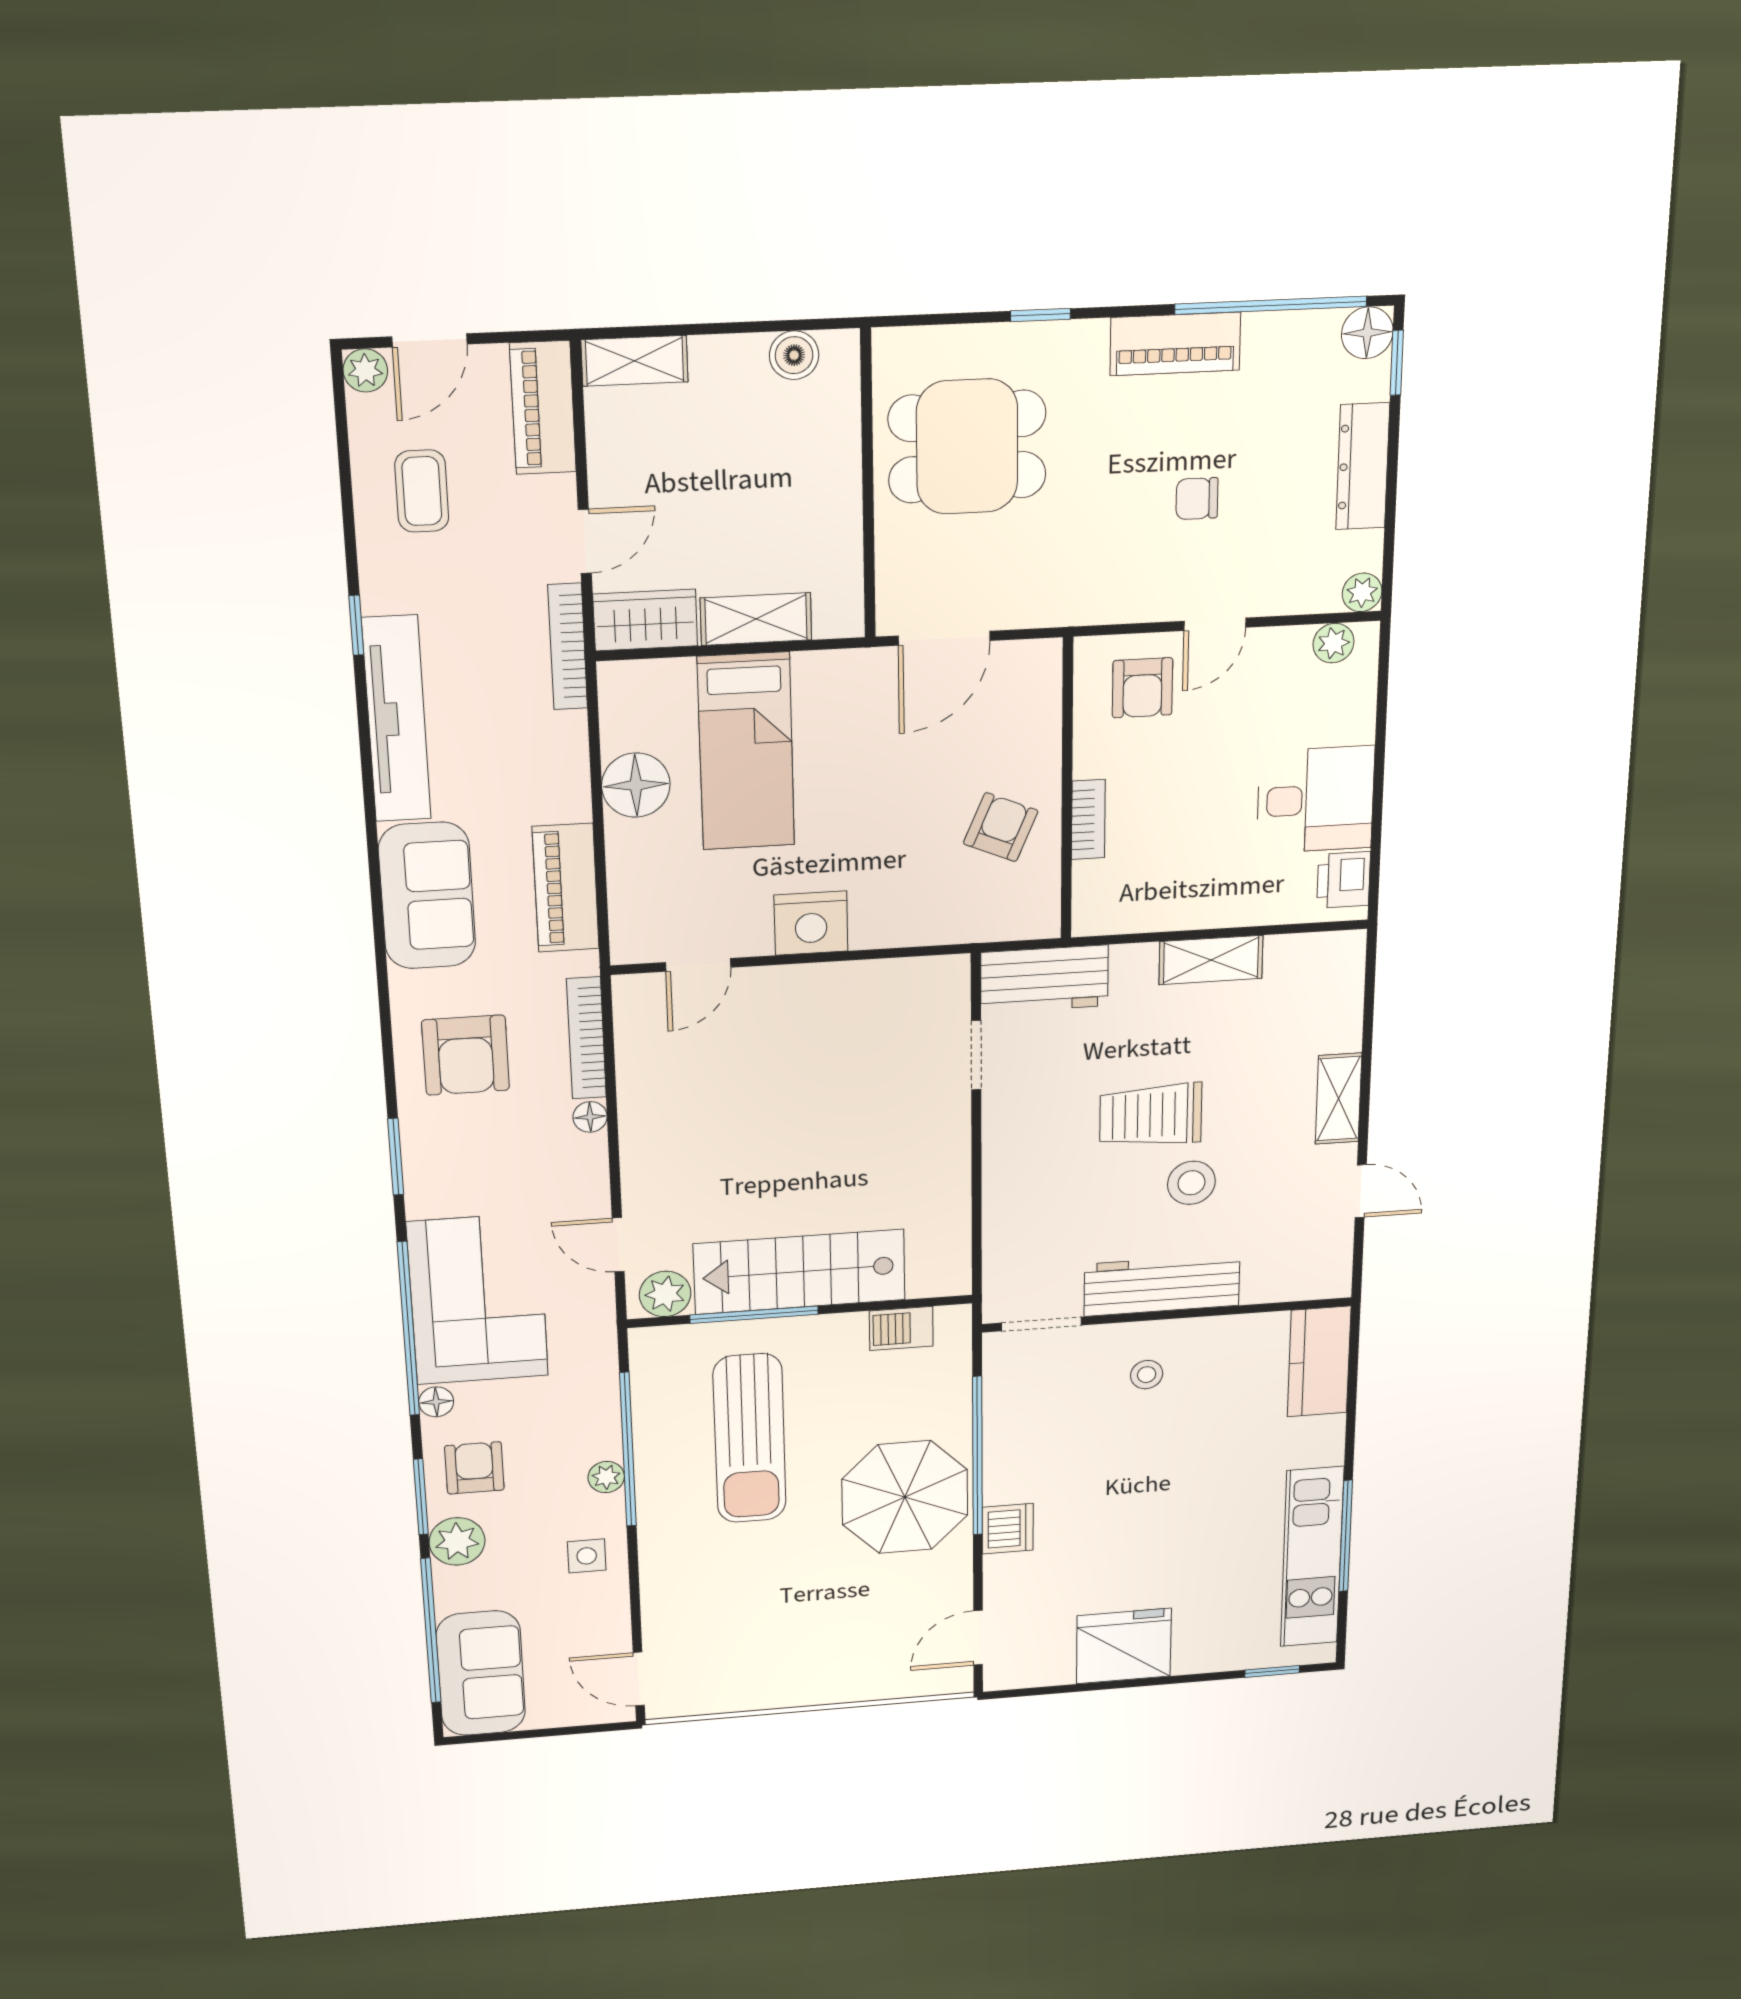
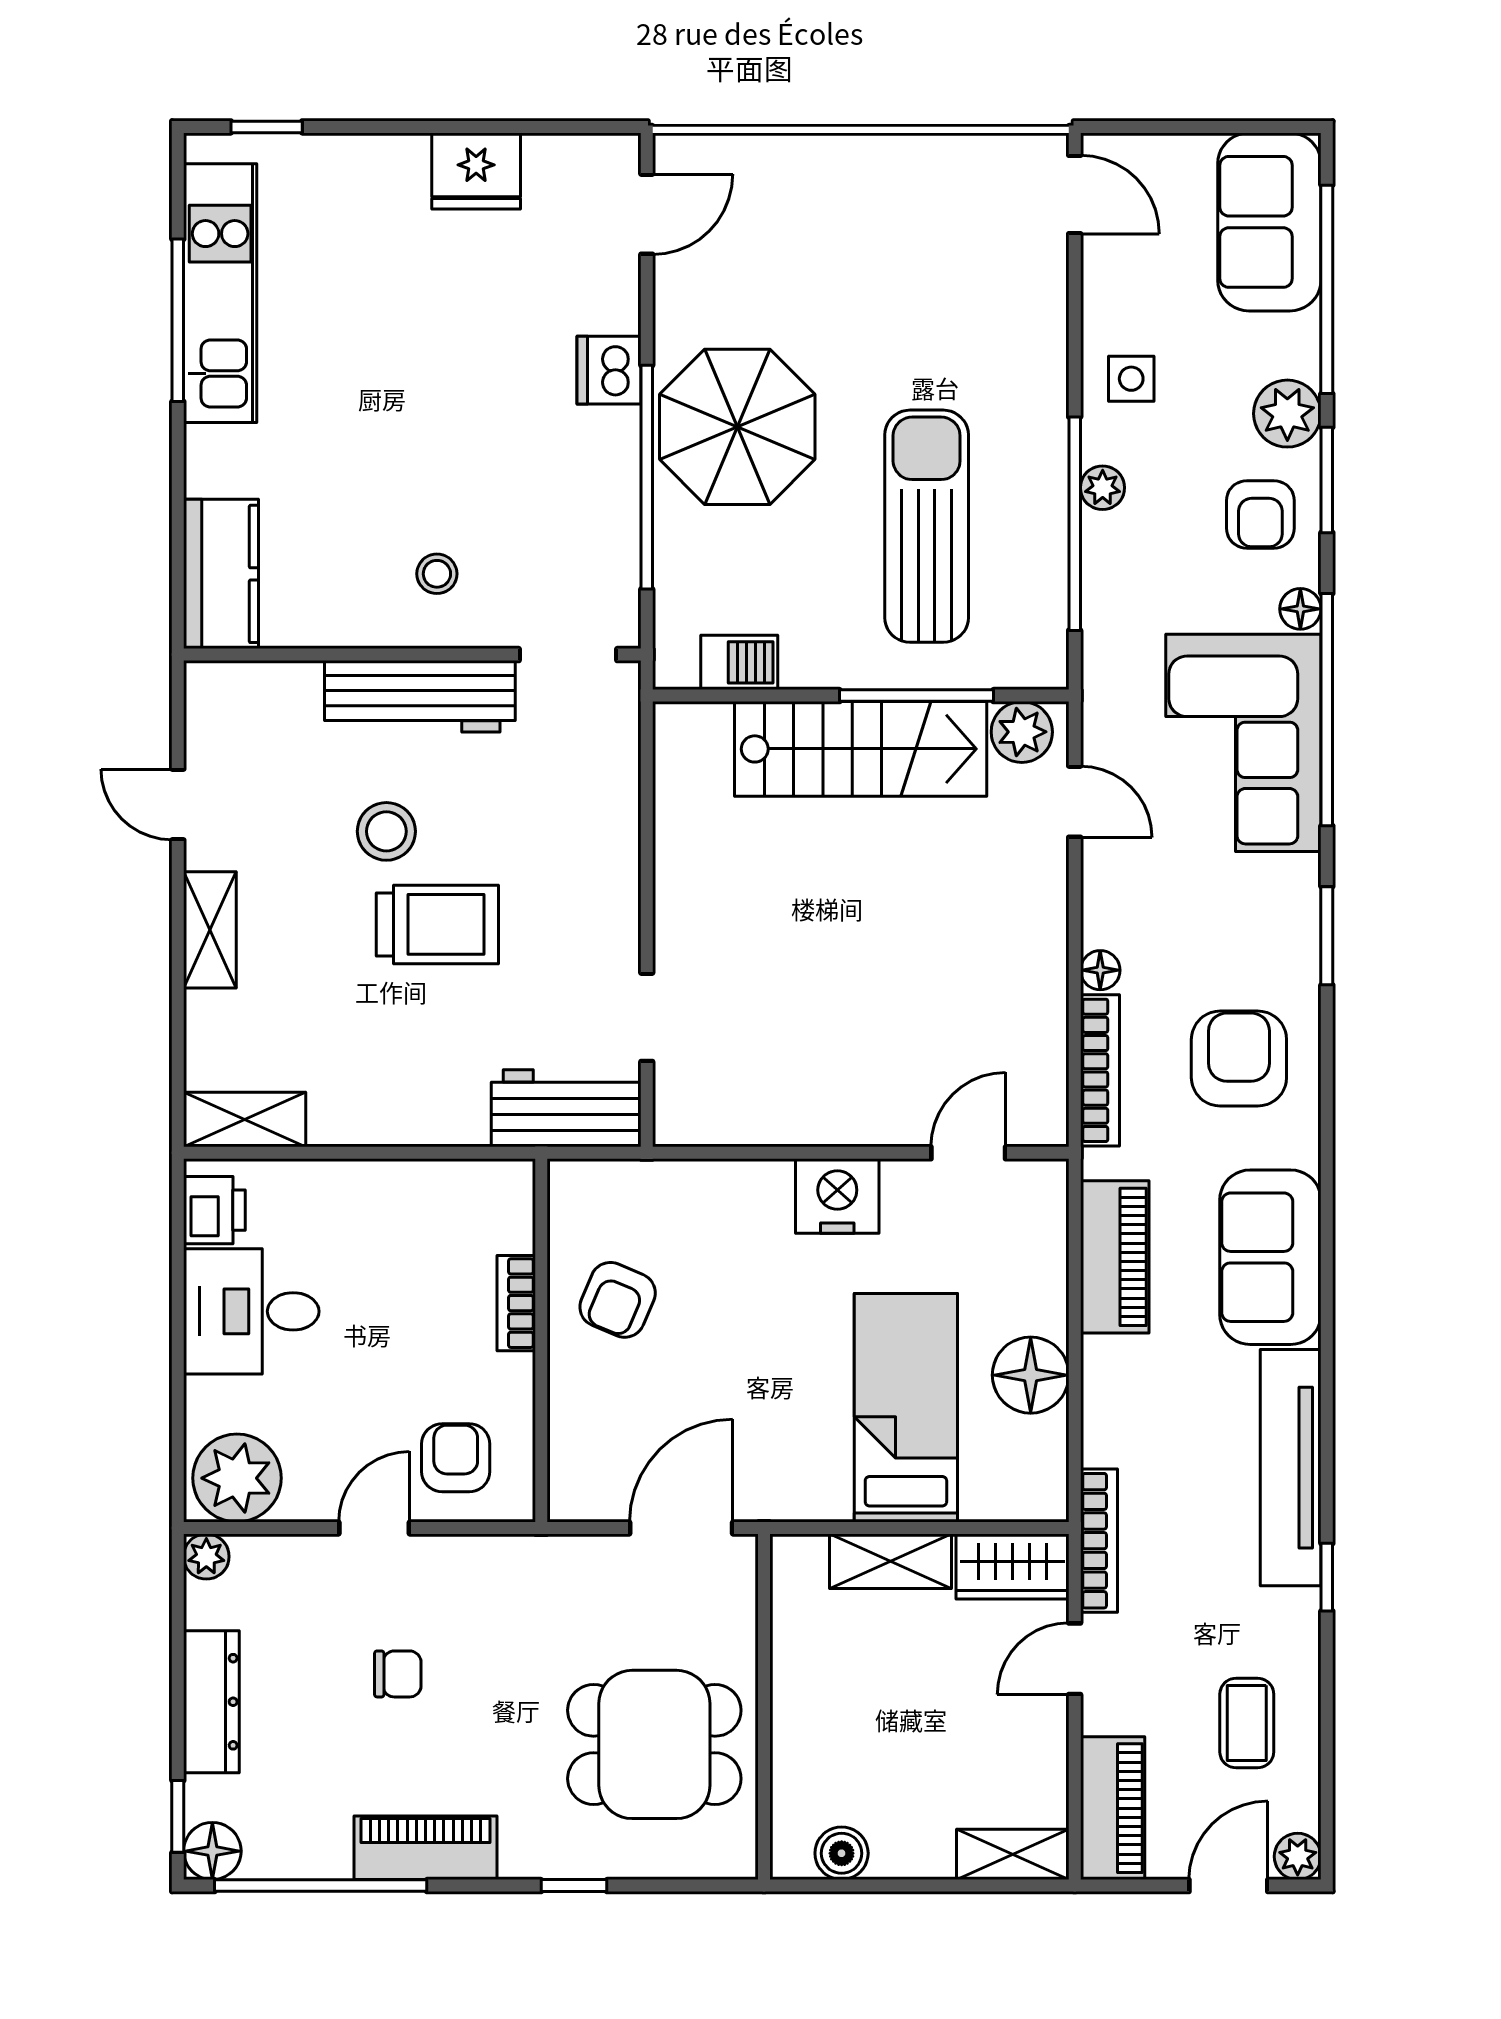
plant: (1334, 643) -> (237, 1478), width x1.87, depth x1.87
shelving: (1211, 960) -> (245, 1119), moved
fridge: (1124, 1646) -> (476, 171), width x0.73, depth x0.75

